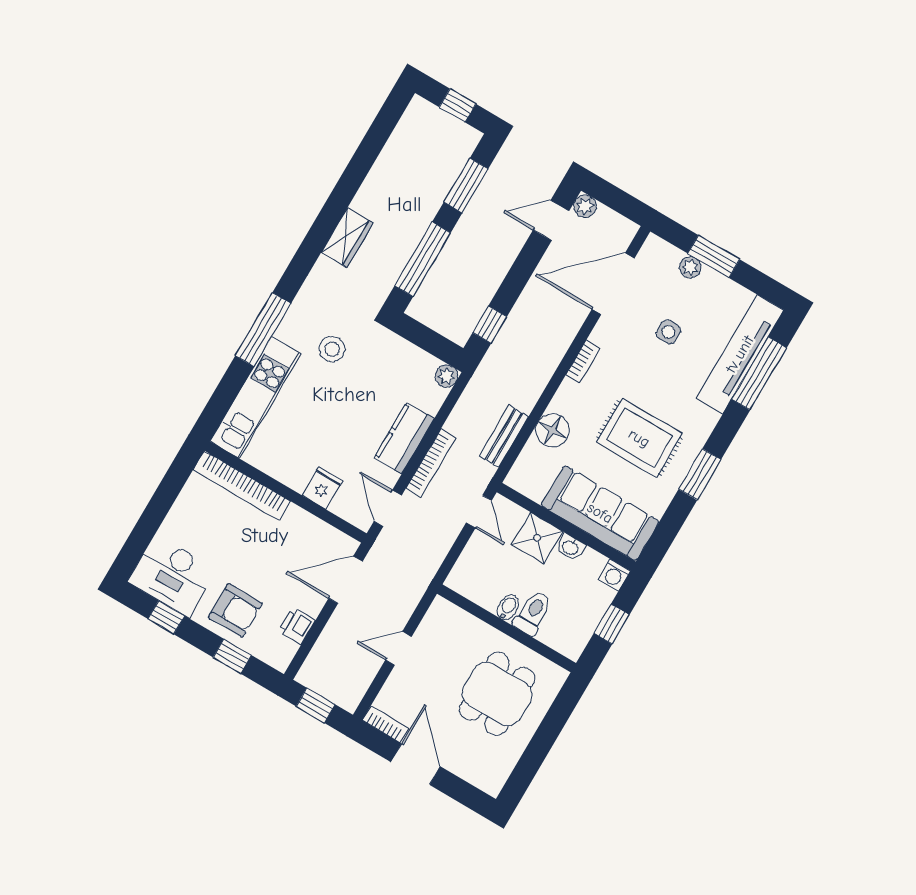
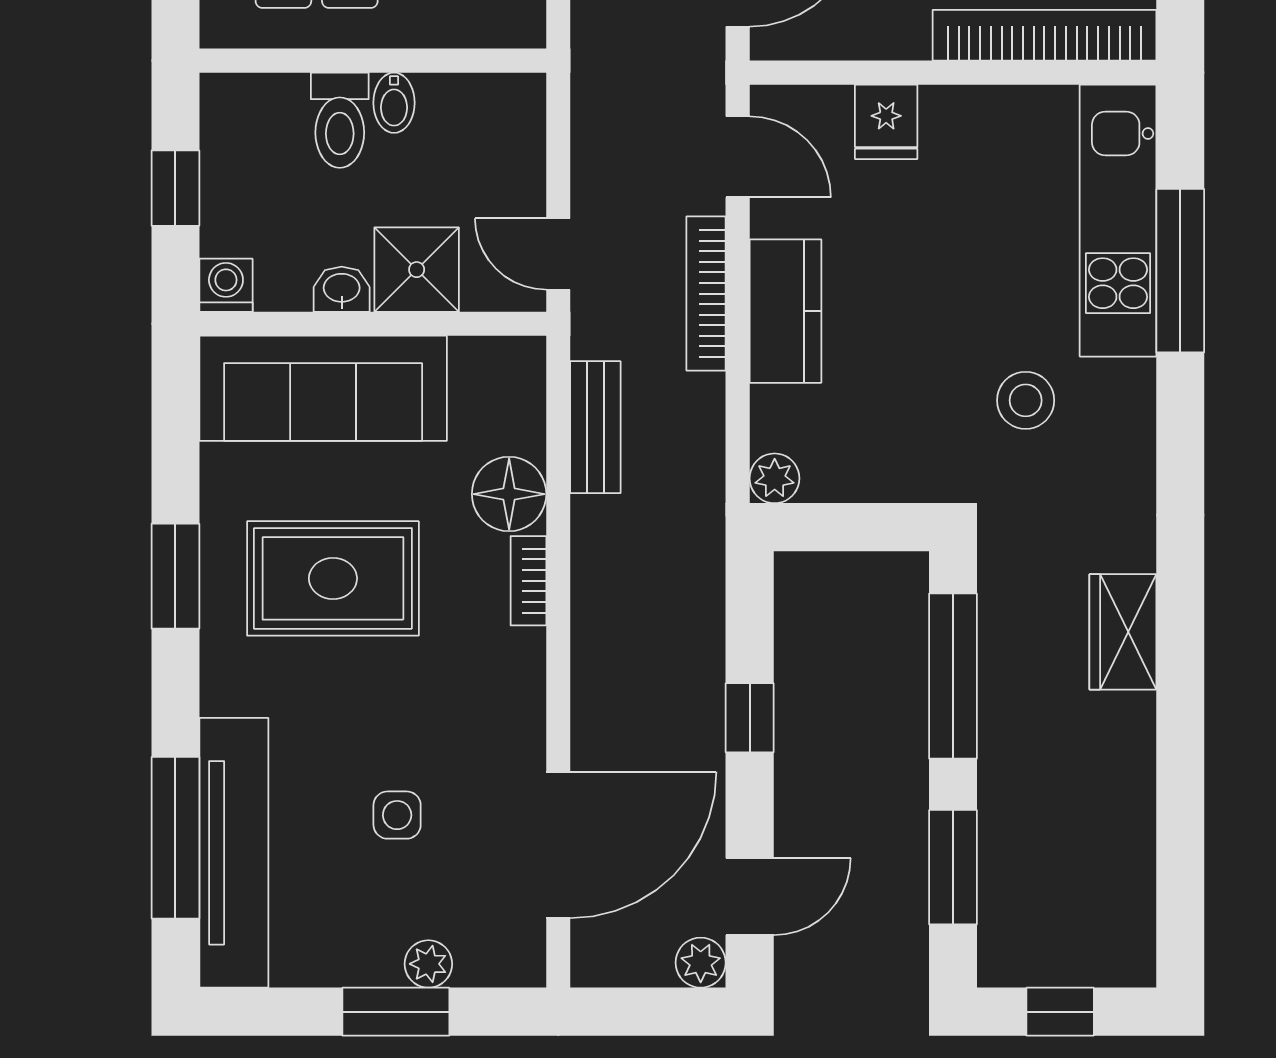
window: (490, 325) -> (750, 718), moved
window: (263, 330) -> (1180, 271), moved
bookcase: (583, 361) -> (528, 581), moved

